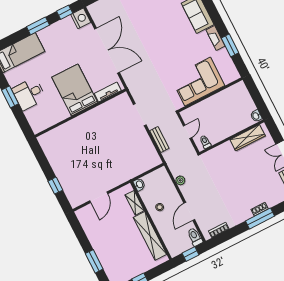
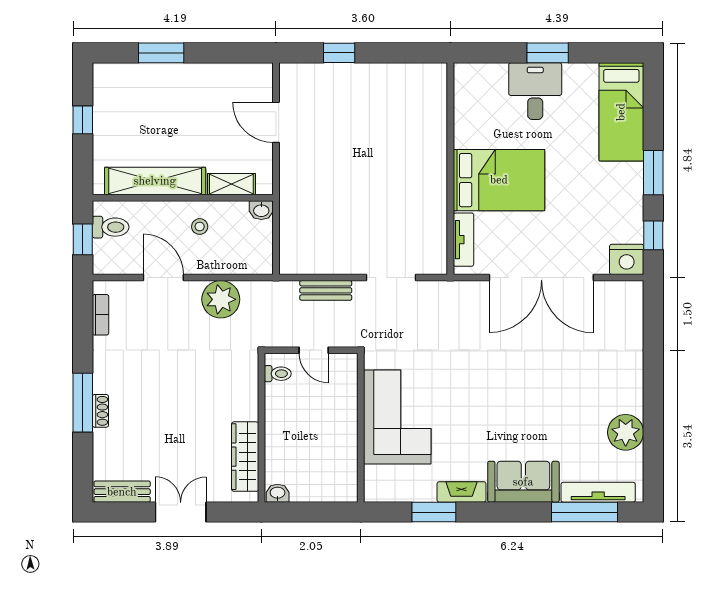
plant: (180, 180) -> (221, 299), width x1.88, depth x1.88
toilet: (195, 237) -> (111, 227), moved

